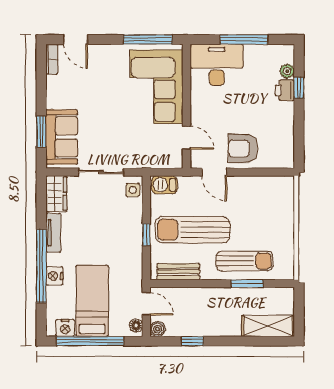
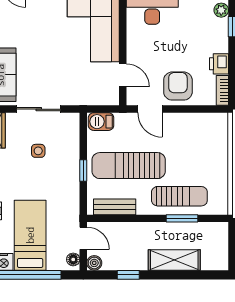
printer: (285, 90) -> (219, 64), moved
armchair: (243, 149) -> (178, 86), turned 90
bookcase: (288, 153) -> (222, 90), added
side table: (133, 190) -> (38, 151), moved
shelving: (268, 326) -> (174, 260), moved

